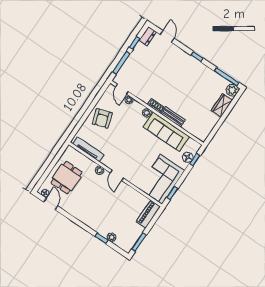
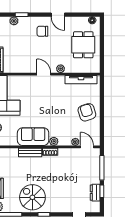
dresser: (148, 36) -> (95, 193), moved
spiral stairs: (197, 78) -> (32, 197), added
sofa: (166, 132) -> (33, 137), width x0.73
door: (51, 204) -> (58, 15), moved
chair: (93, 212) -> (42, 31), added

